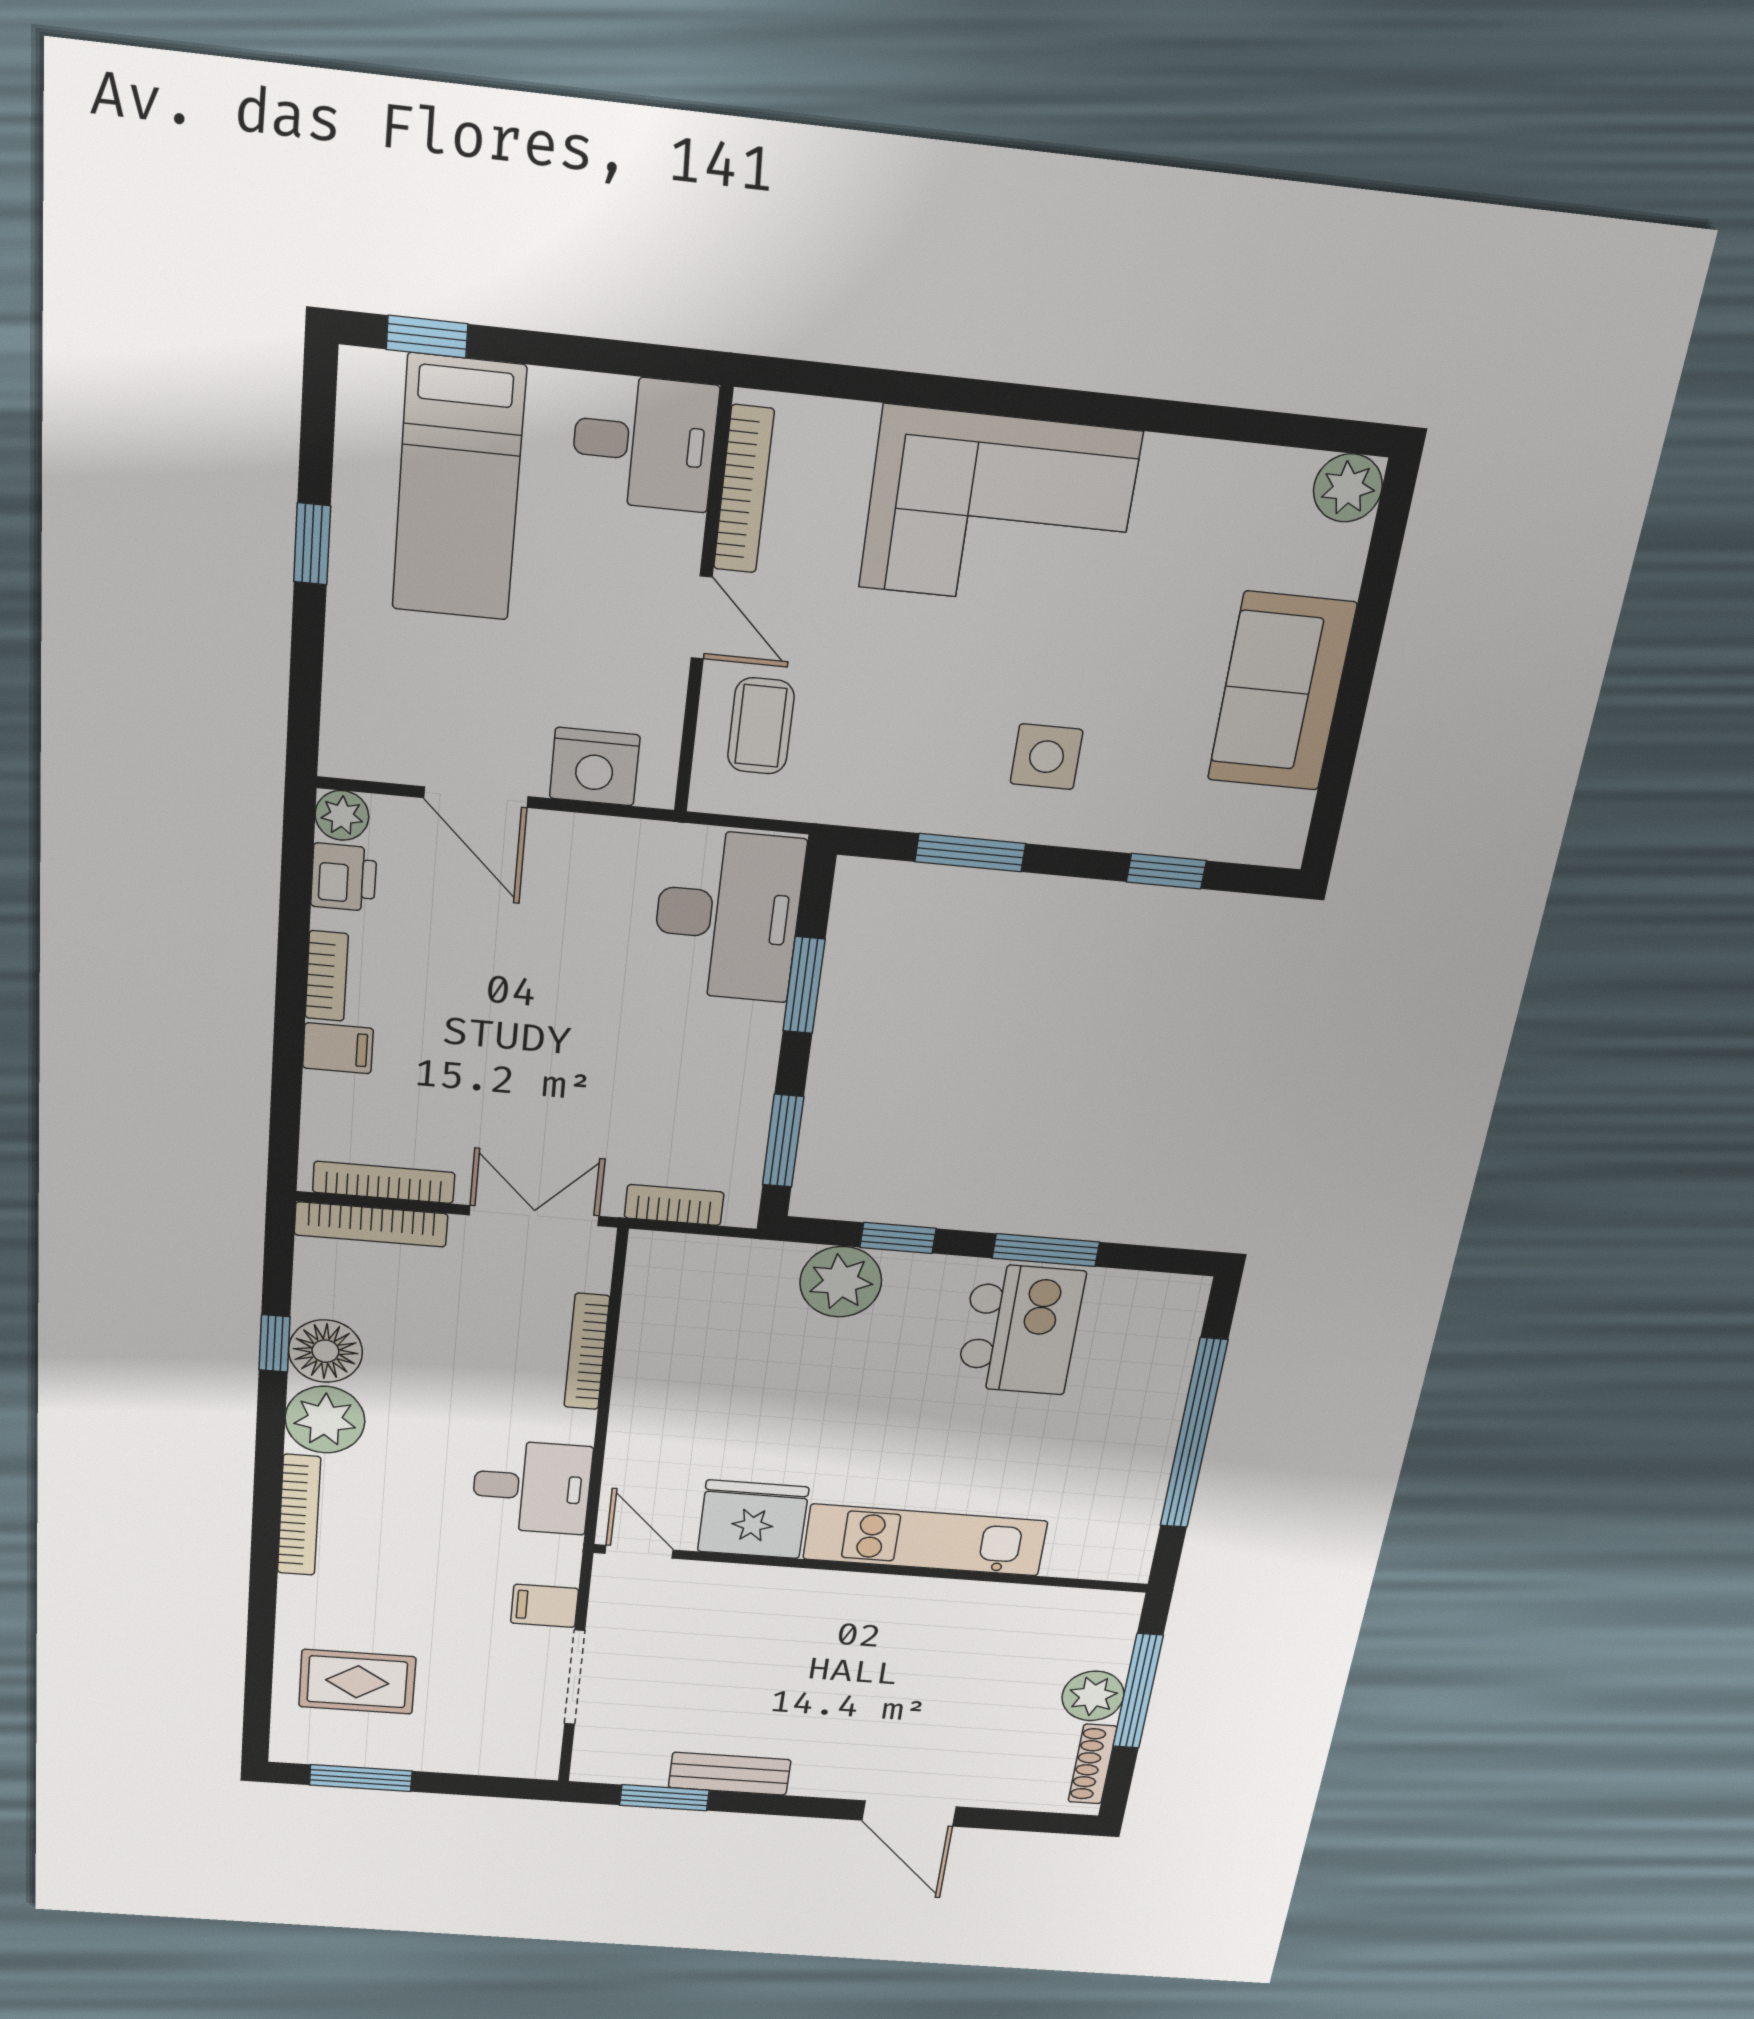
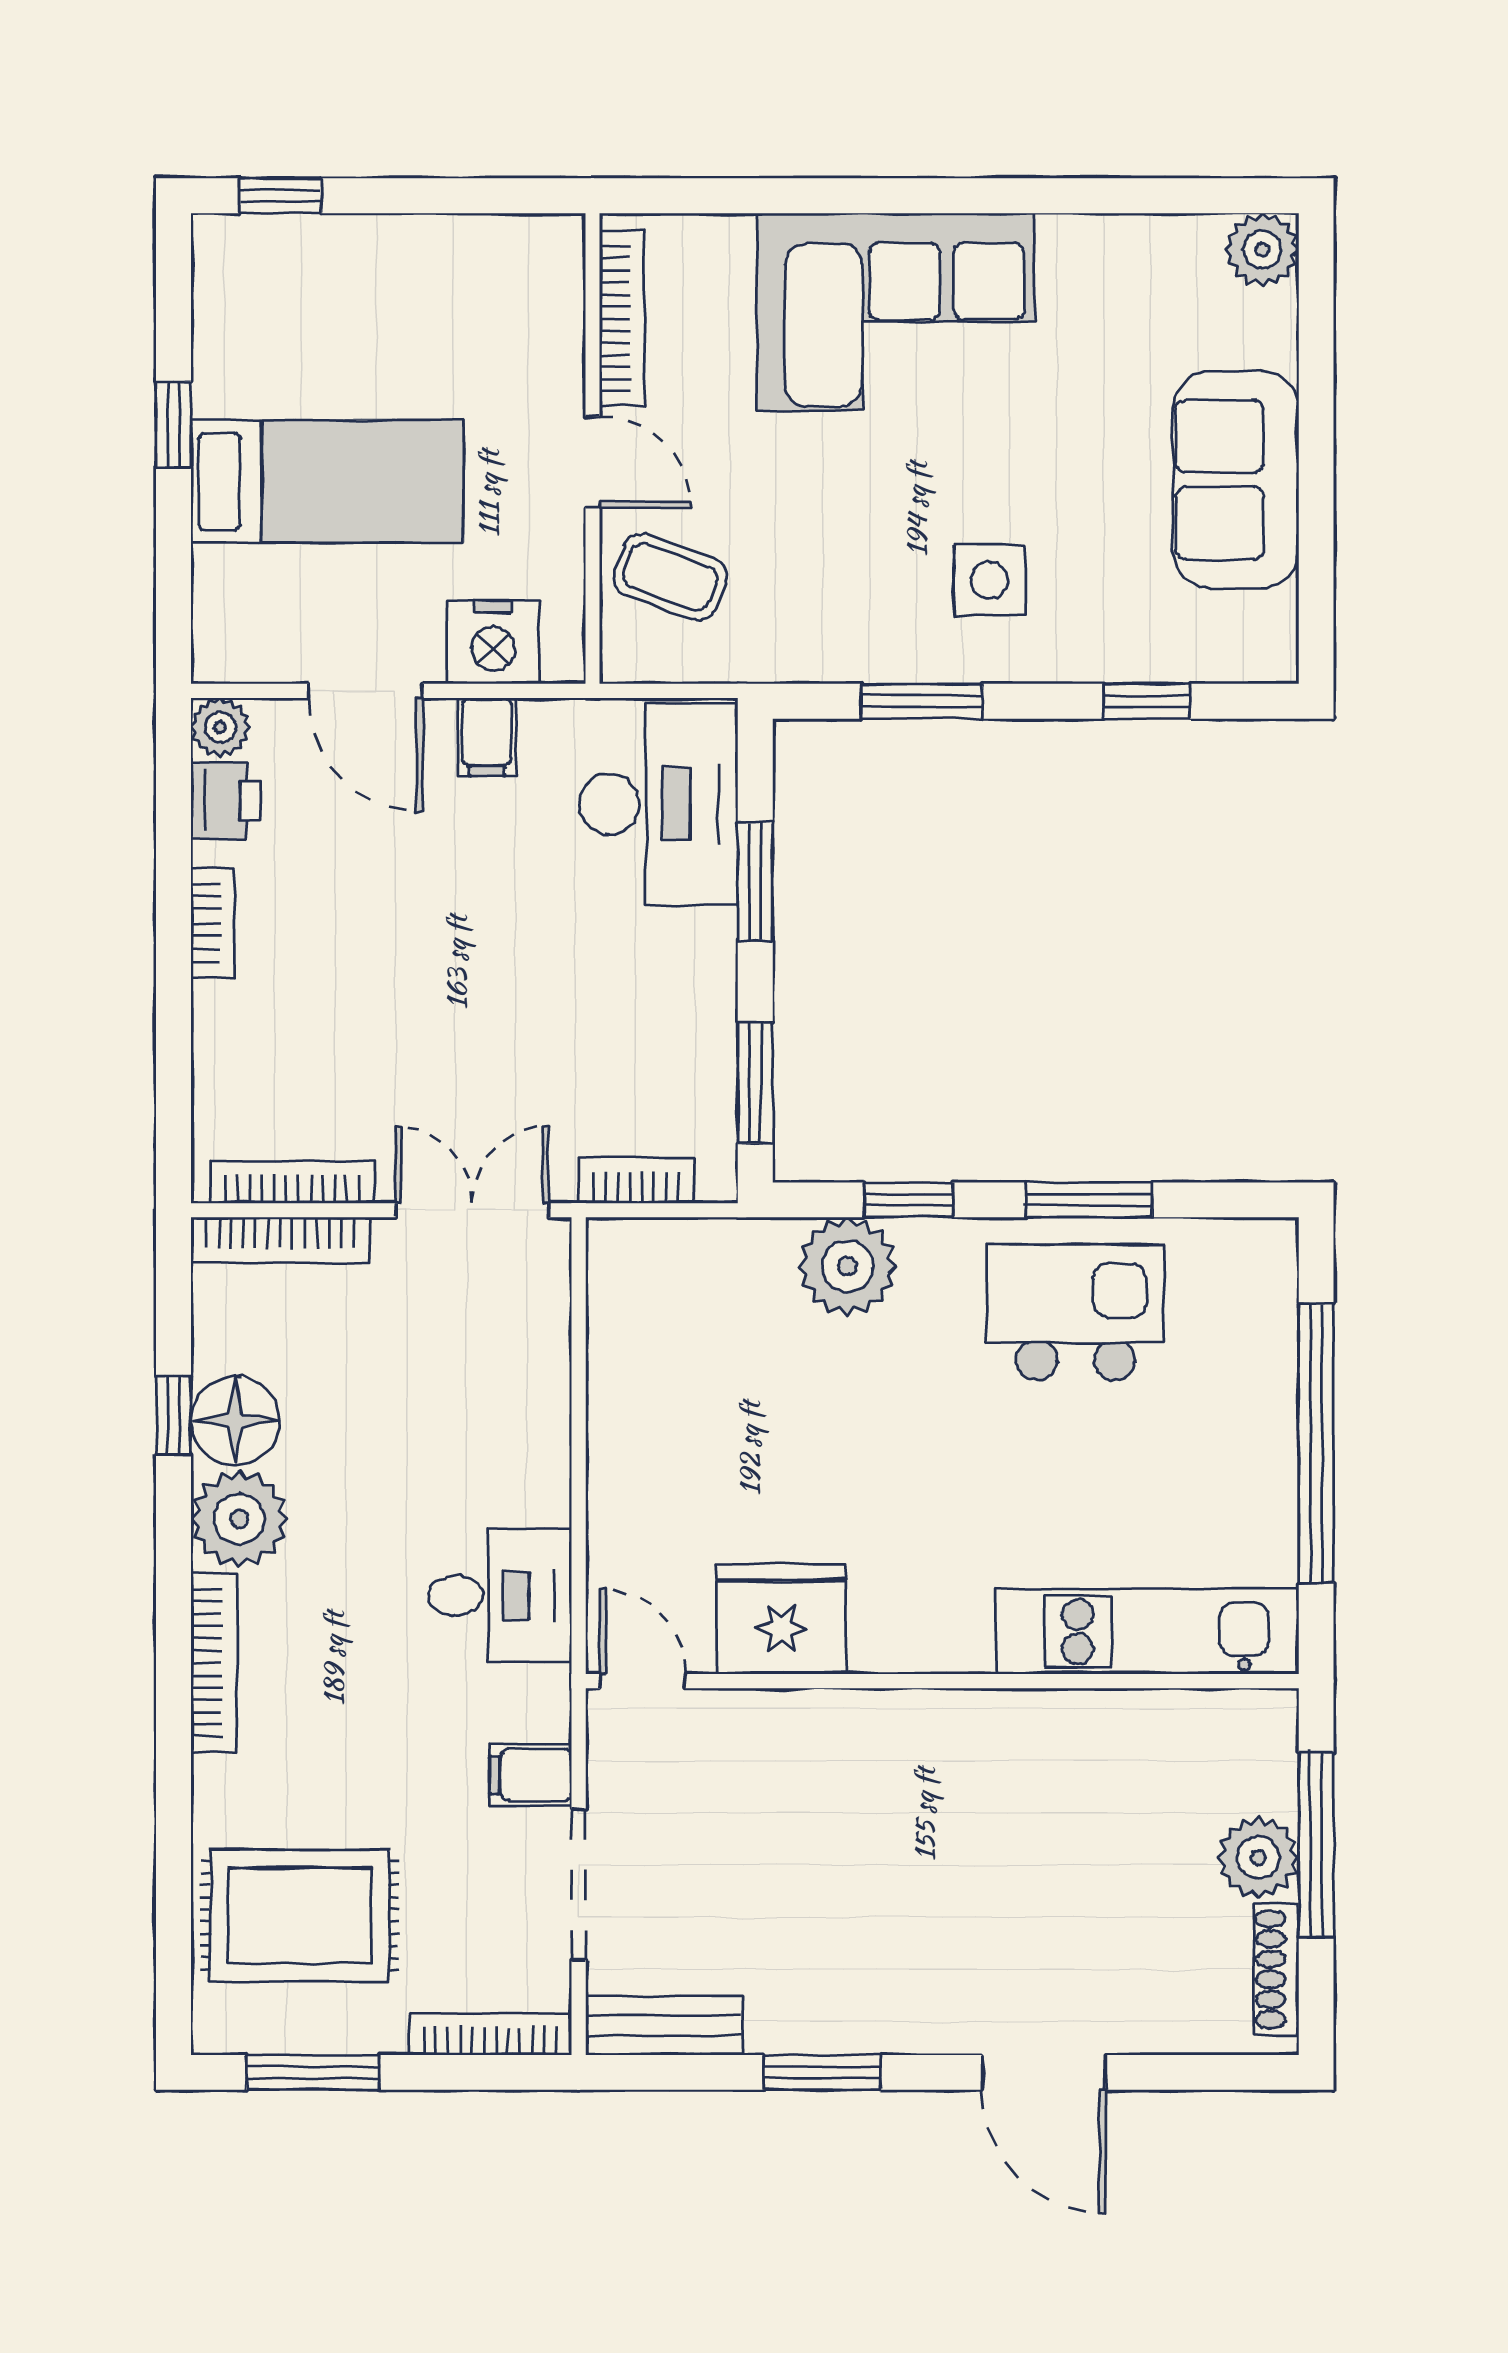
desk: (644, 443) -> (513, 281), removed
bed: (459, 489) -> (327, 481), moved, turned -90
coffee table: (761, 726) -> (670, 577), turned -70
filing cabinet: (338, 1048) -> (487, 737), moved, turned 90
kitchen island: (1021, 1329) -> (1076, 1313), turned -90
bookcase: (587, 1352) -> (490, 2034), moved, turned 90
kitchen unit: (925, 1540) -> (1147, 1632), moved
rug: (357, 1682) -> (300, 1915), width x1.36, depth x1.43
bench: (730, 1774) -> (664, 2025), moved
window: (664, 1798) -> (822, 2072), moved

